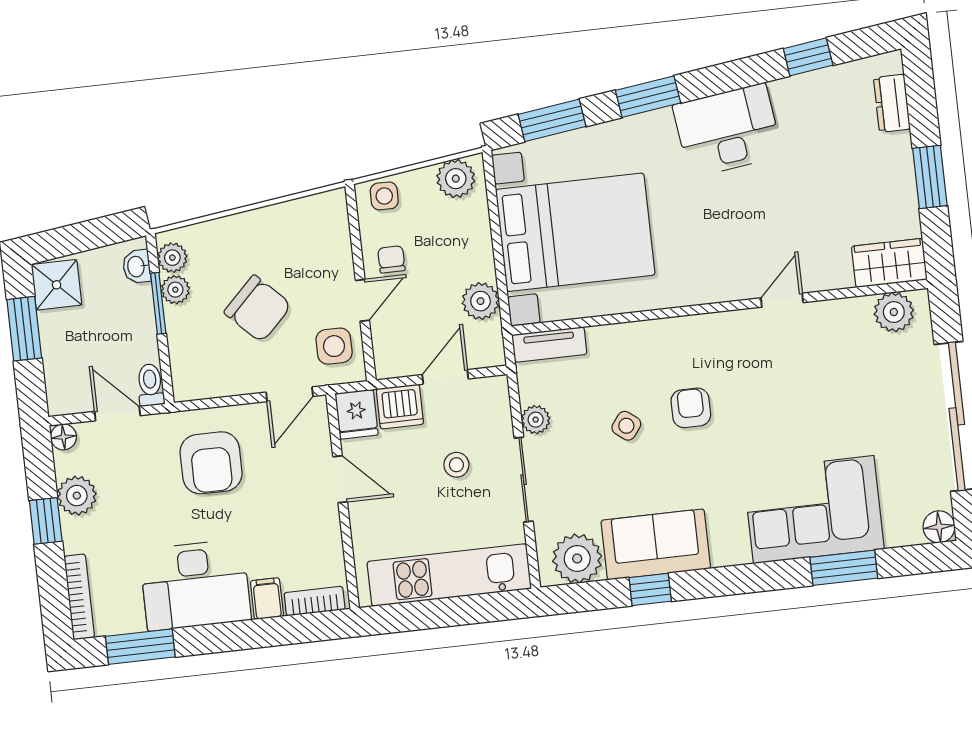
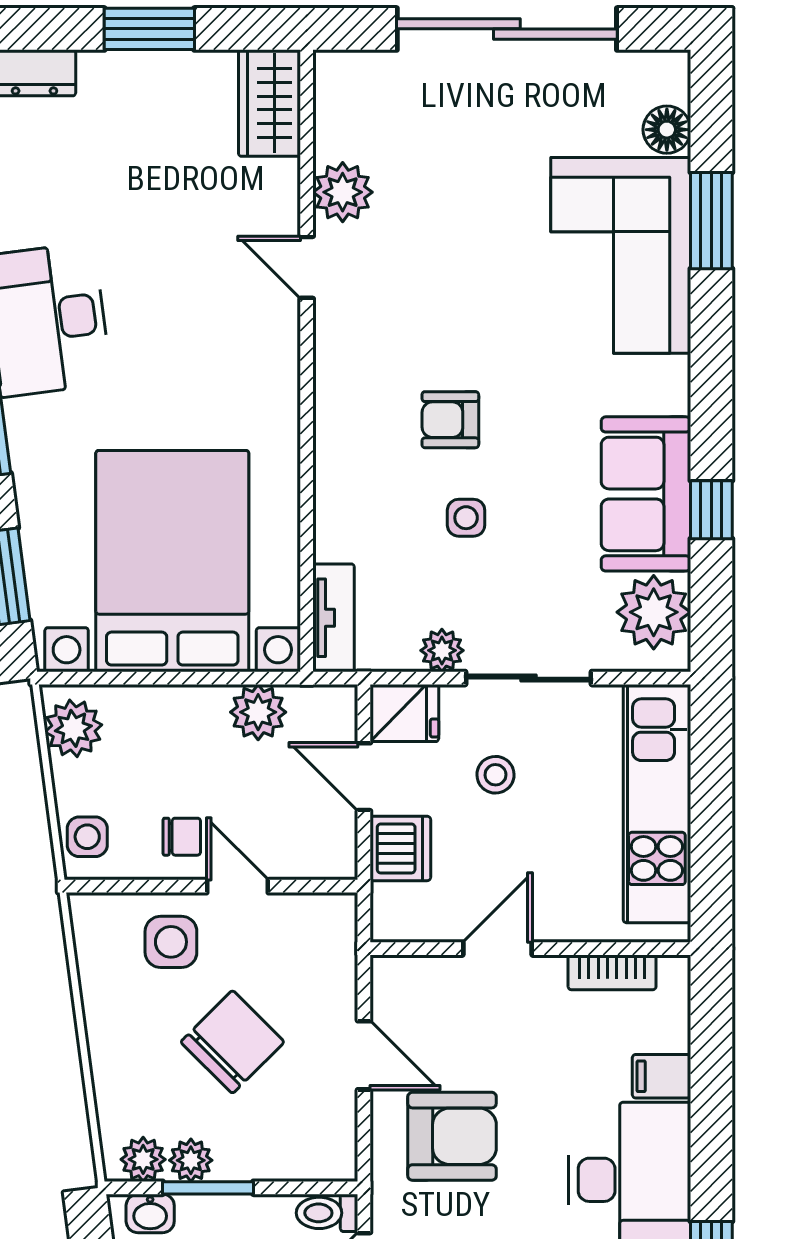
chair: (391, 259) -> (182, 837), turned 180
plant: (894, 312) -> (343, 192), moved
side table: (334, 346) -> (171, 942), moved
door: (290, 394) -> (364, 1055), moved
fridge: (357, 414) -> (404, 713), moved
side table: (626, 426) -> (466, 518), turned -37
floor lamp: (939, 527) -> (667, 130), moved
bookcase: (315, 601) -> (612, 972), moved, turned -90

